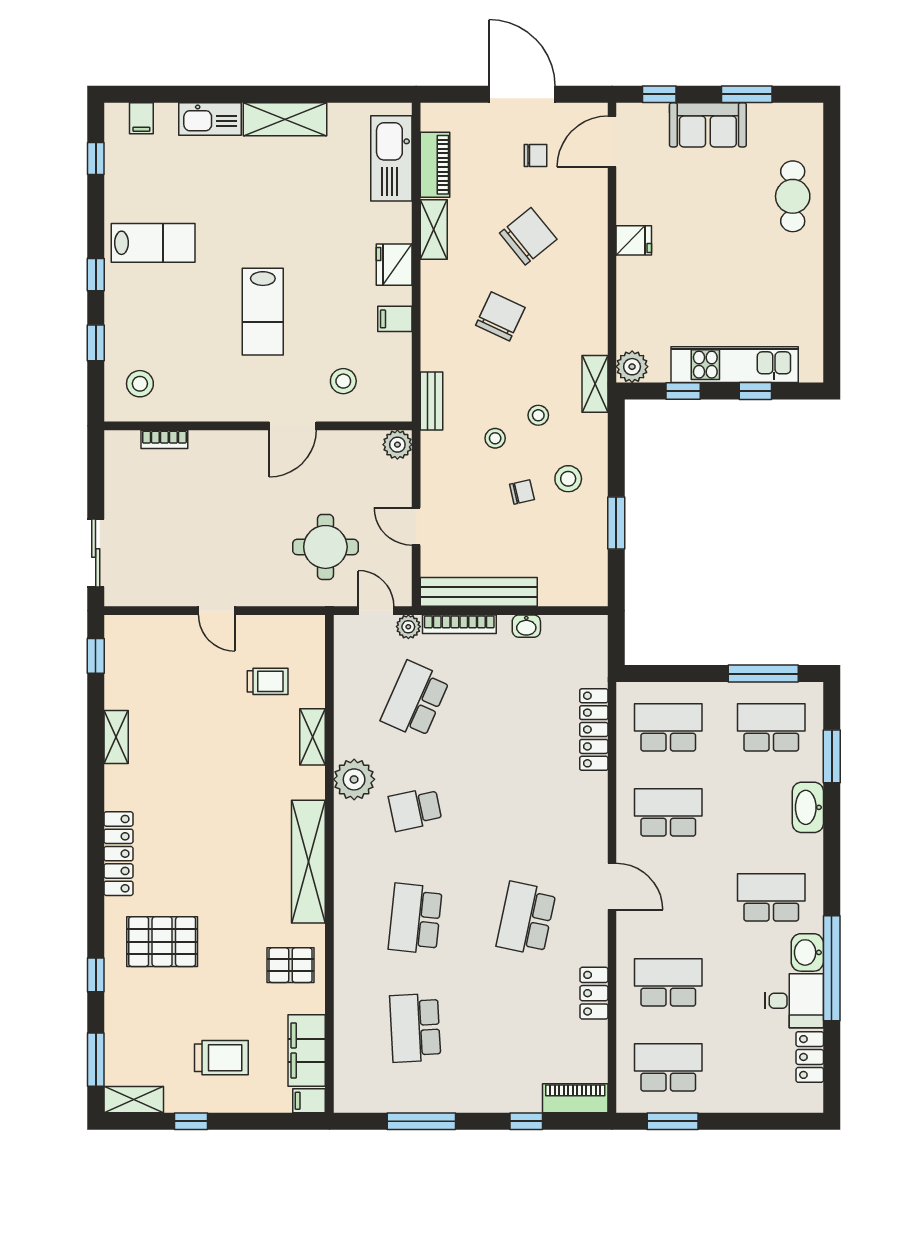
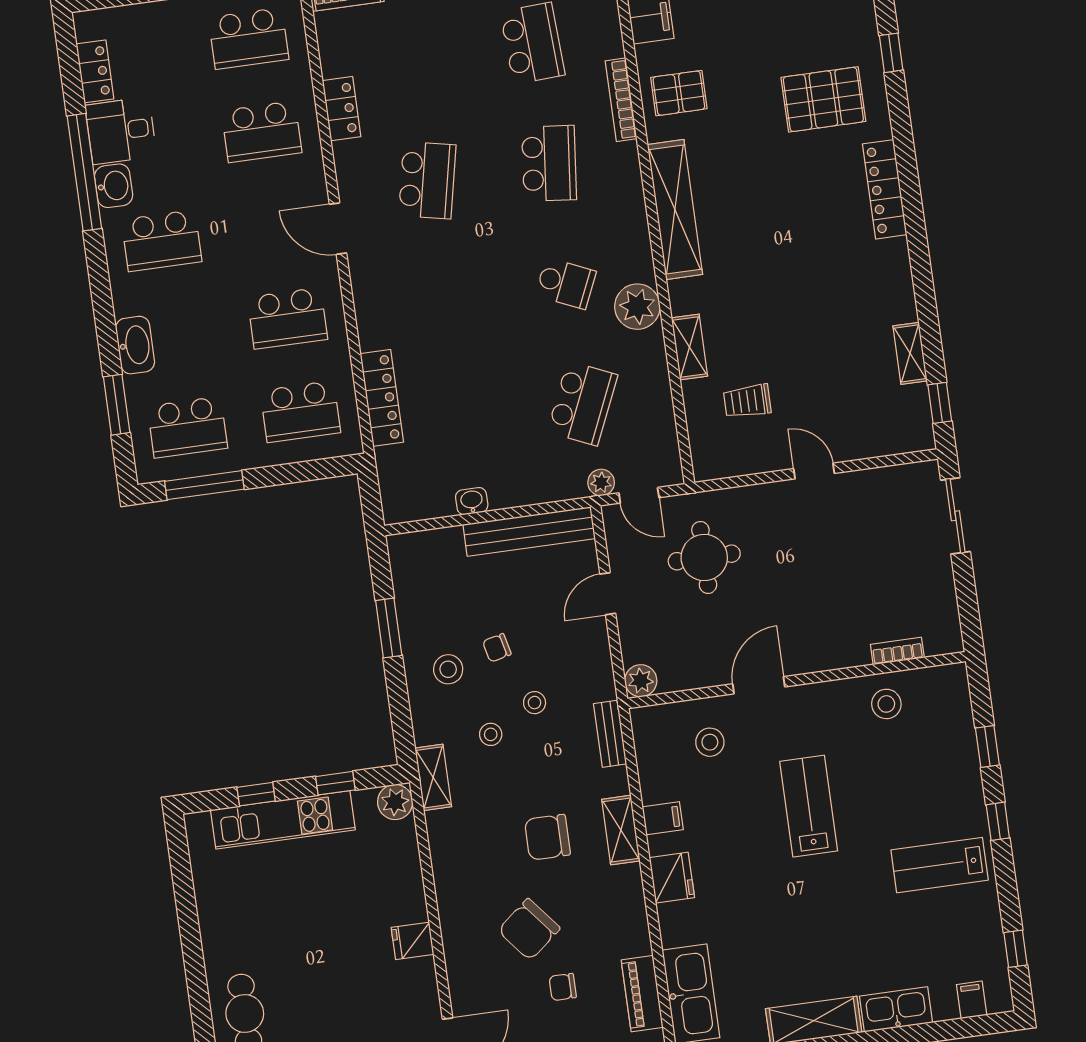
chair: (536, 155) -> (563, 987), moved
shelving: (434, 230) -> (621, 830), moved
chair: (500, 316) -> (547, 837), turned 65
stool: (140, 384) -> (886, 704), moved
door: (416, 526) -> (608, 594), swing flipped
bookcase: (459, 624) -> (621, 100), moved, turned -90
shelving: (116, 737) -> (910, 353), moved
school desk: (415, 809) -> (566, 283), turned 36

